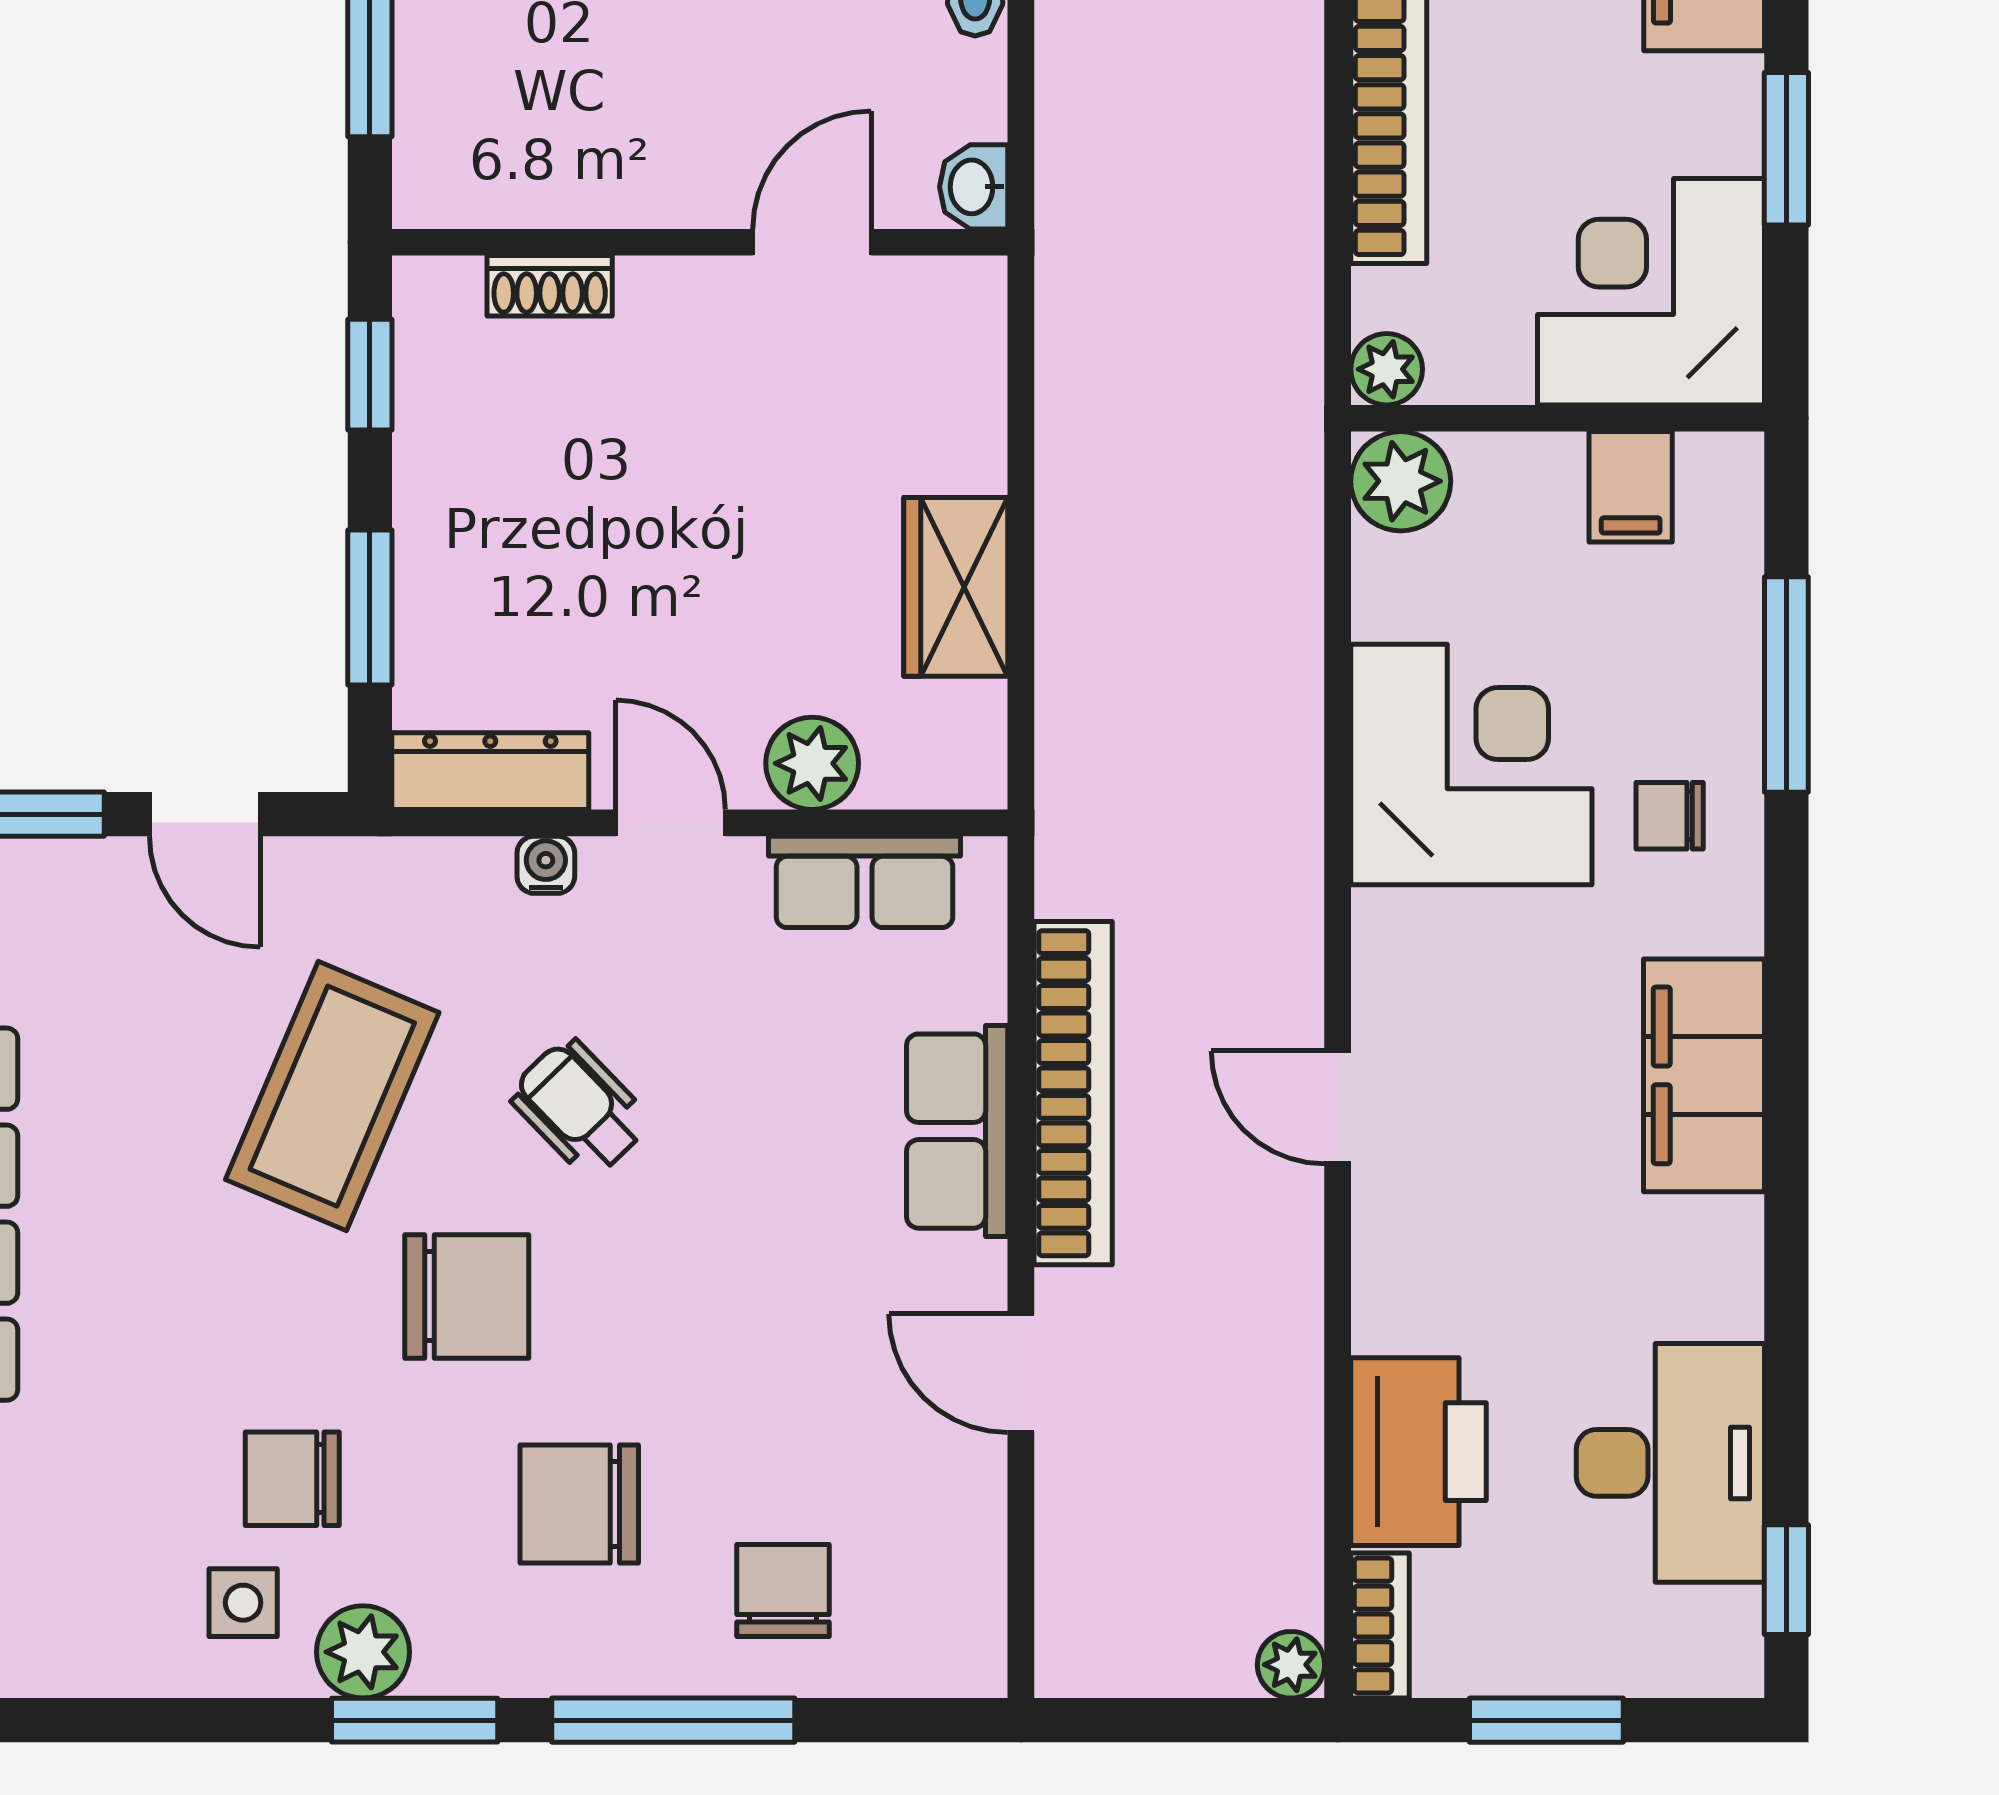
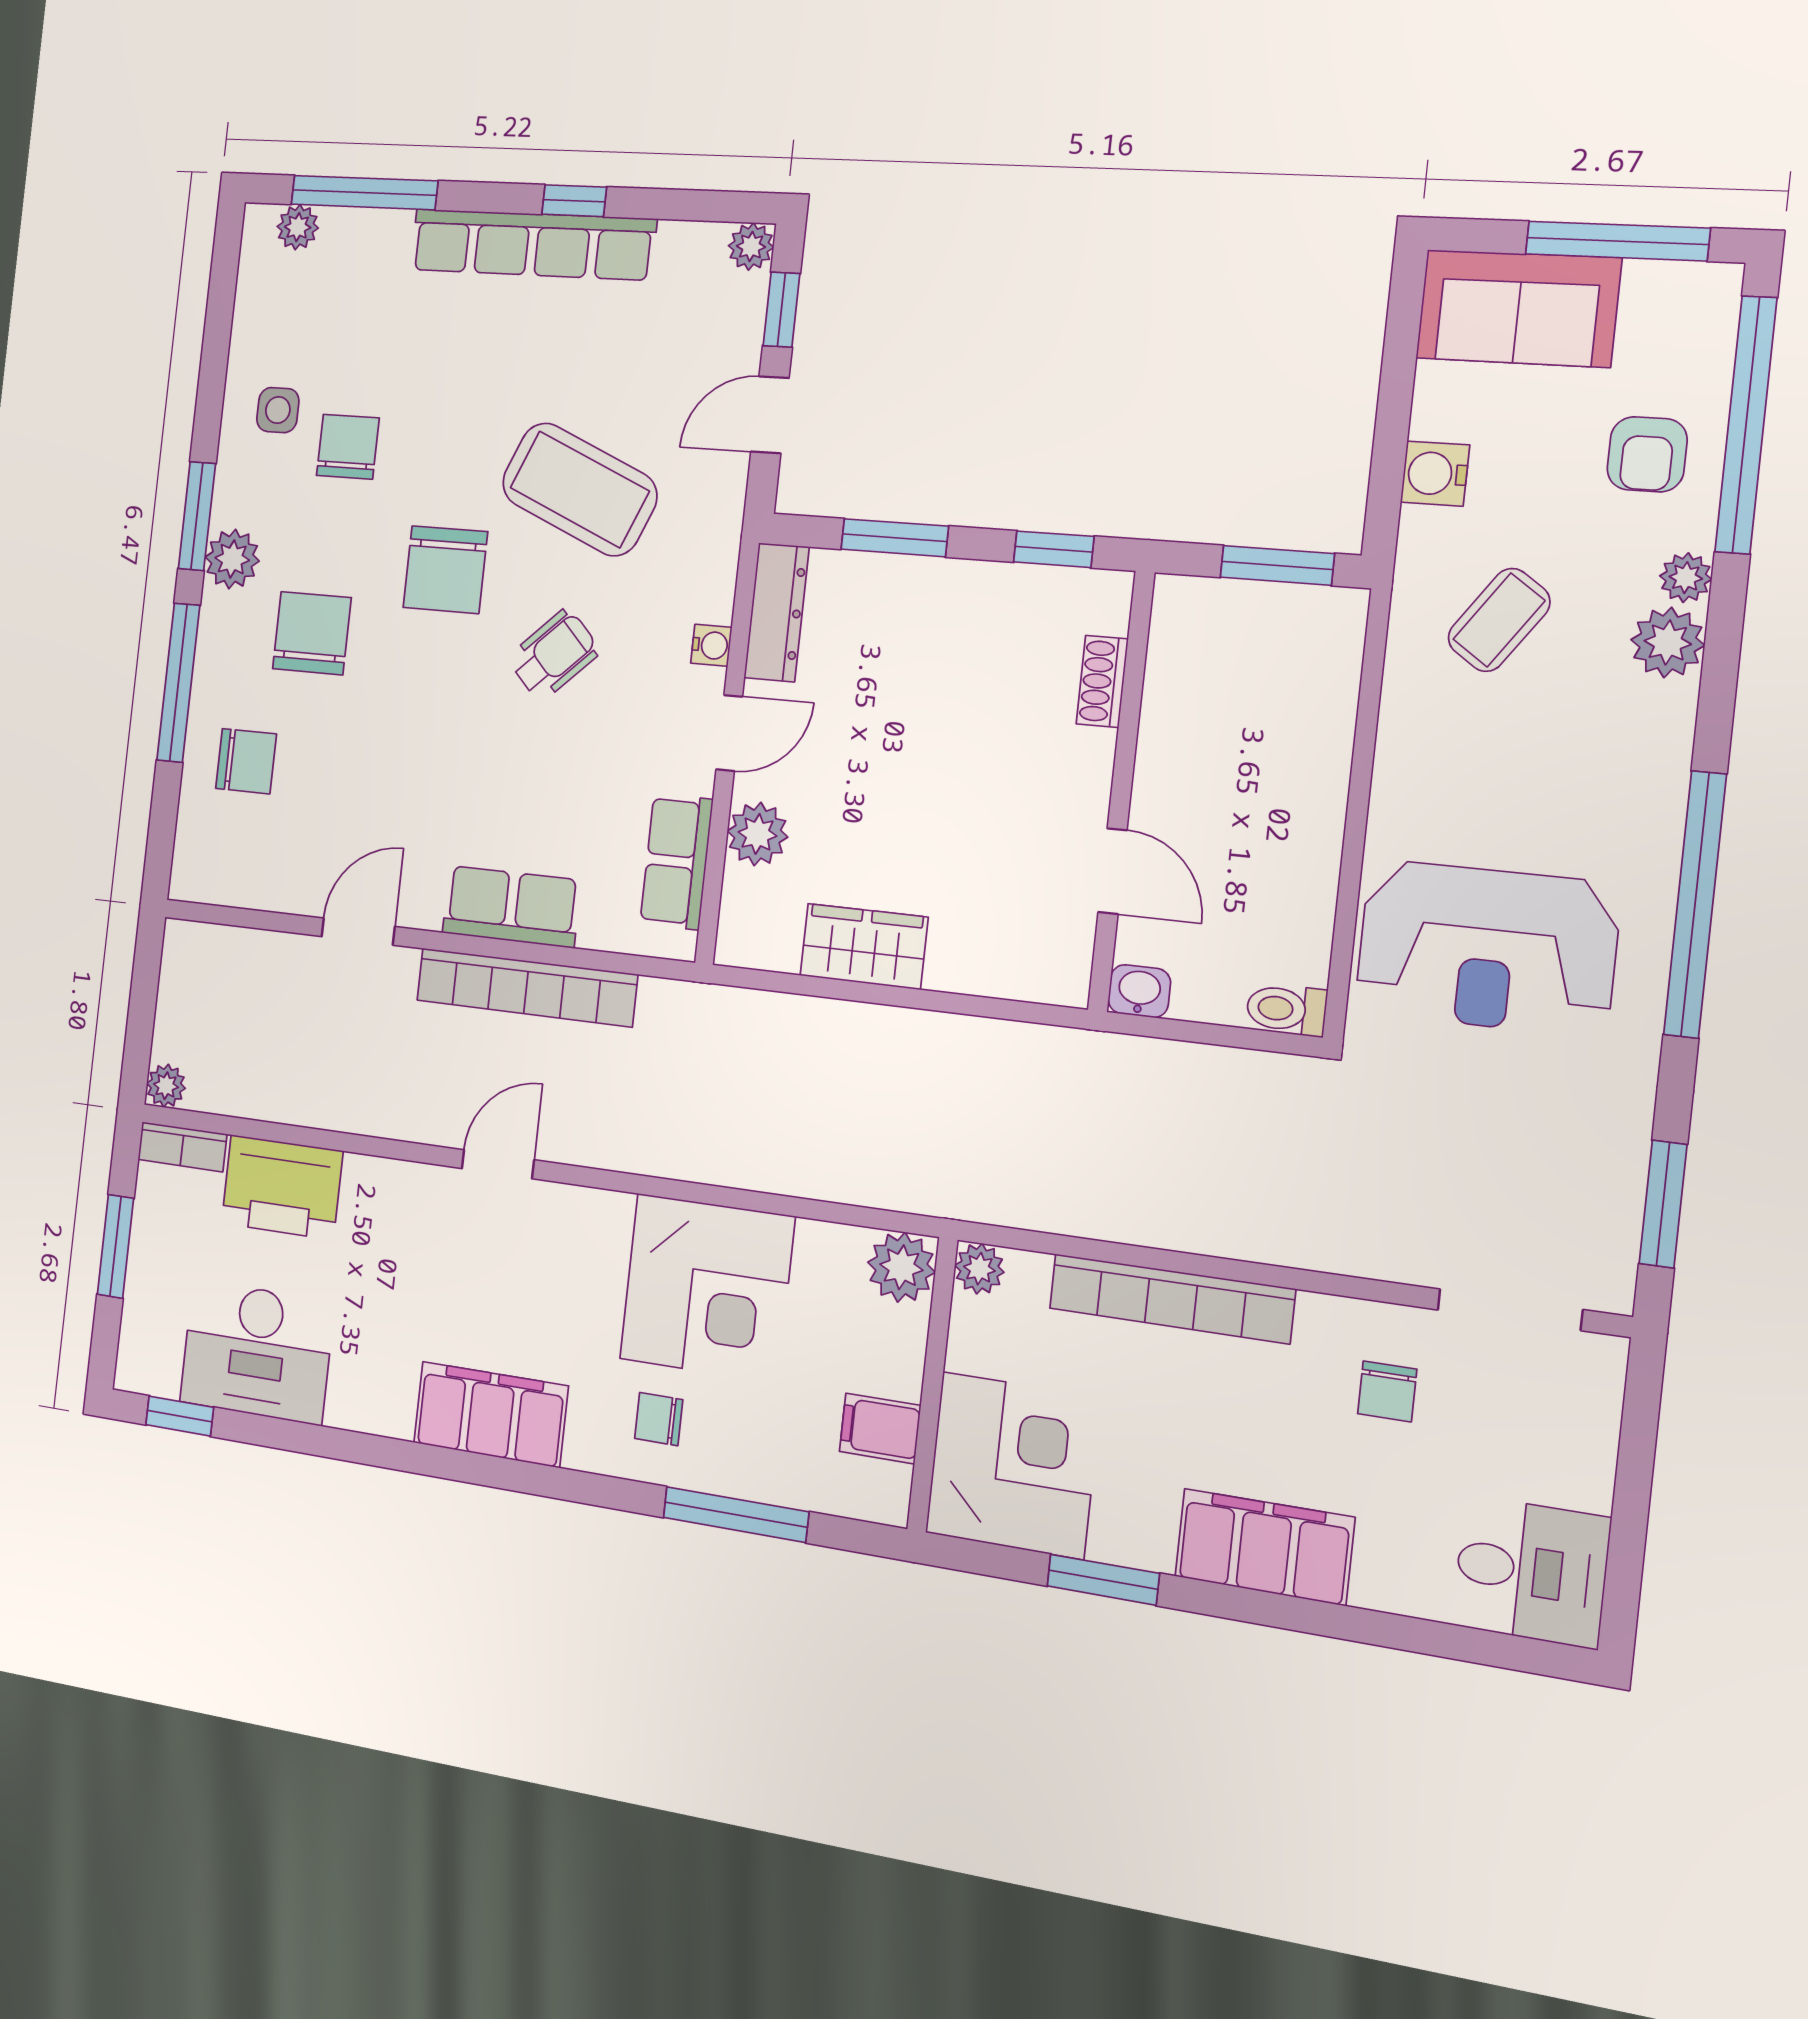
chair: (1670, 816) -> (659, 1419), turned -90
plant: (363, 1652) -> (232, 559), moved

